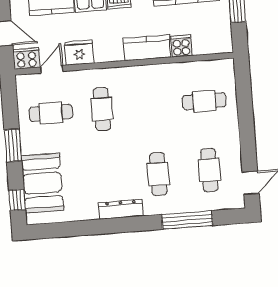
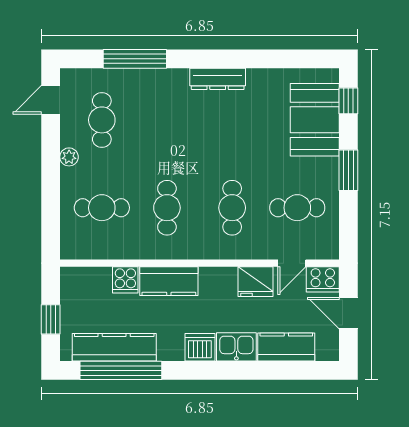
plant: (233, 139) -> (69, 157), added
cafe table: (158, 174) -> (167, 208), moved

